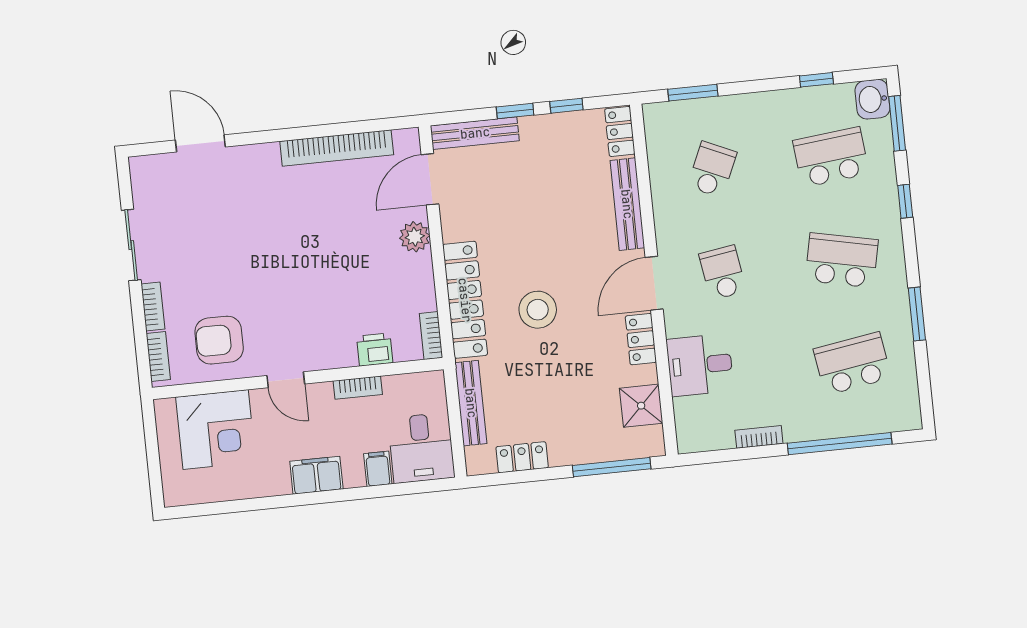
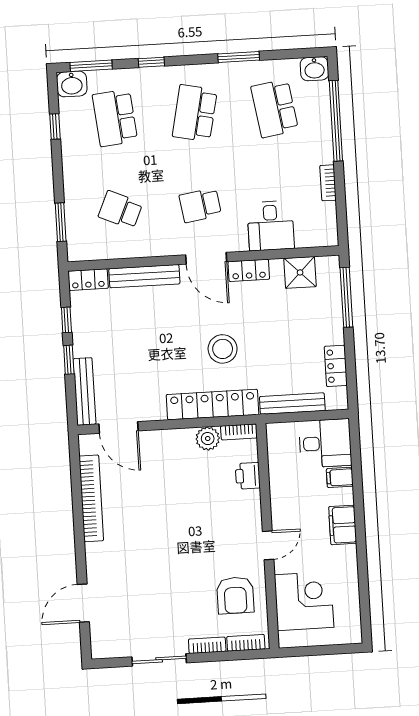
plant: (415, 237) -> (208, 439), moved
bookcase: (358, 388) -> (277, 490), removed
washbasin: (906, 413) -> (314, 69), added

